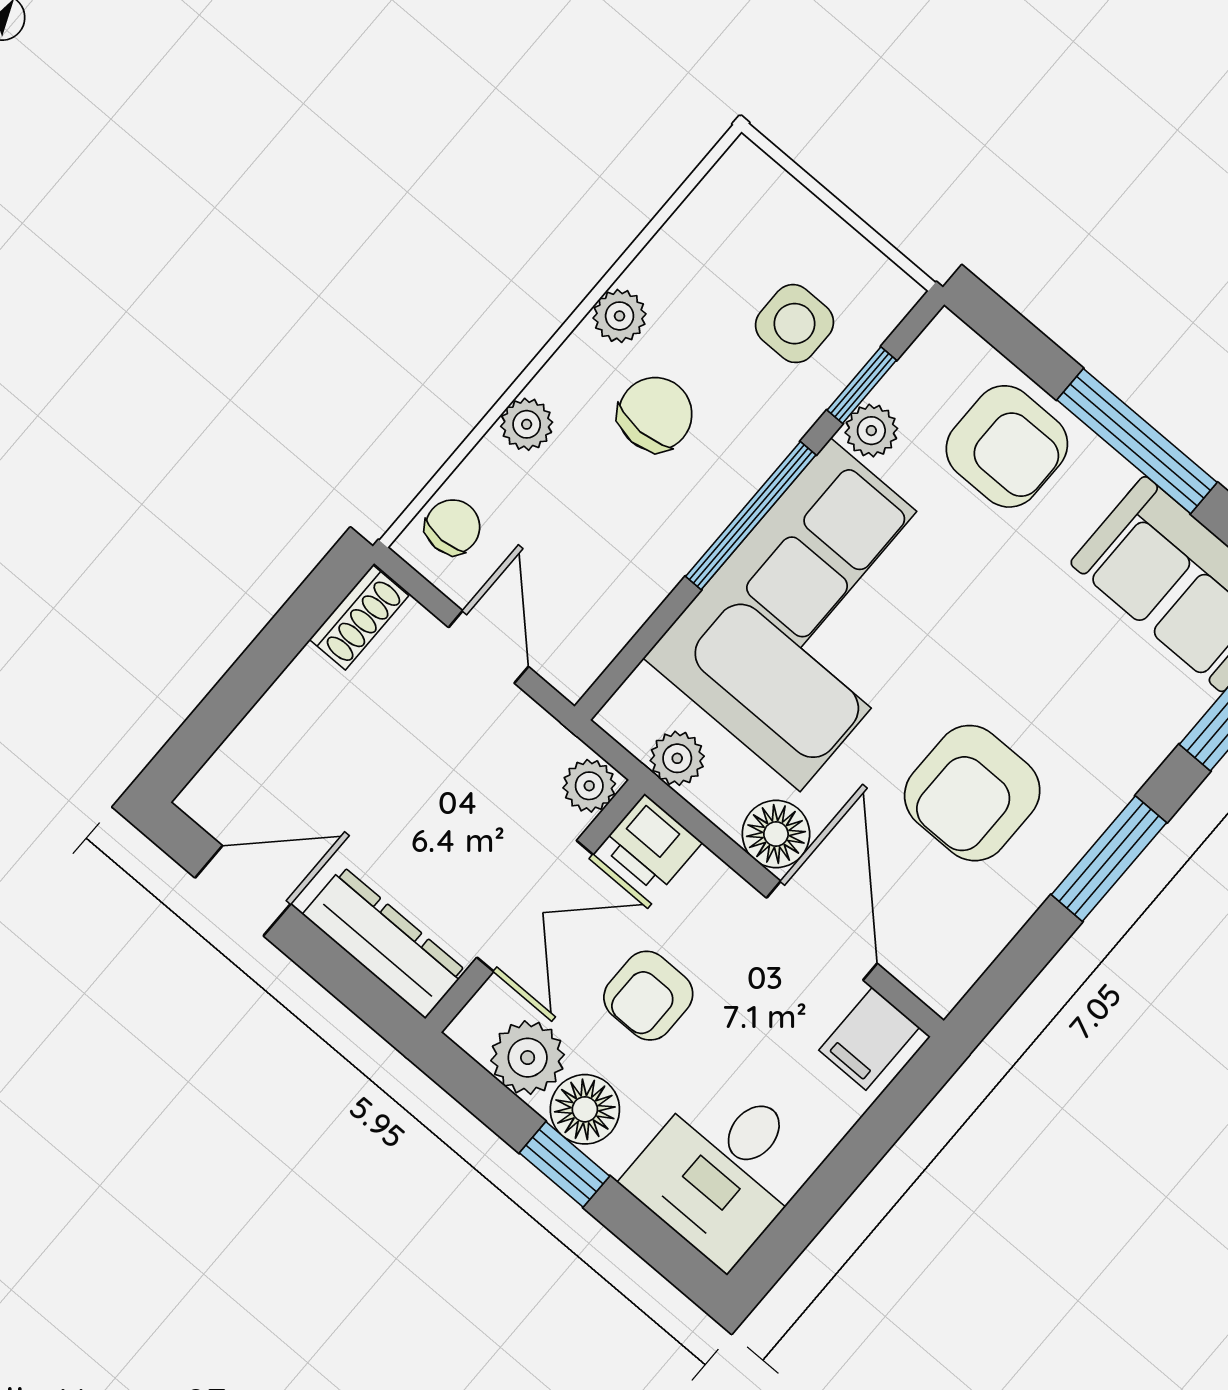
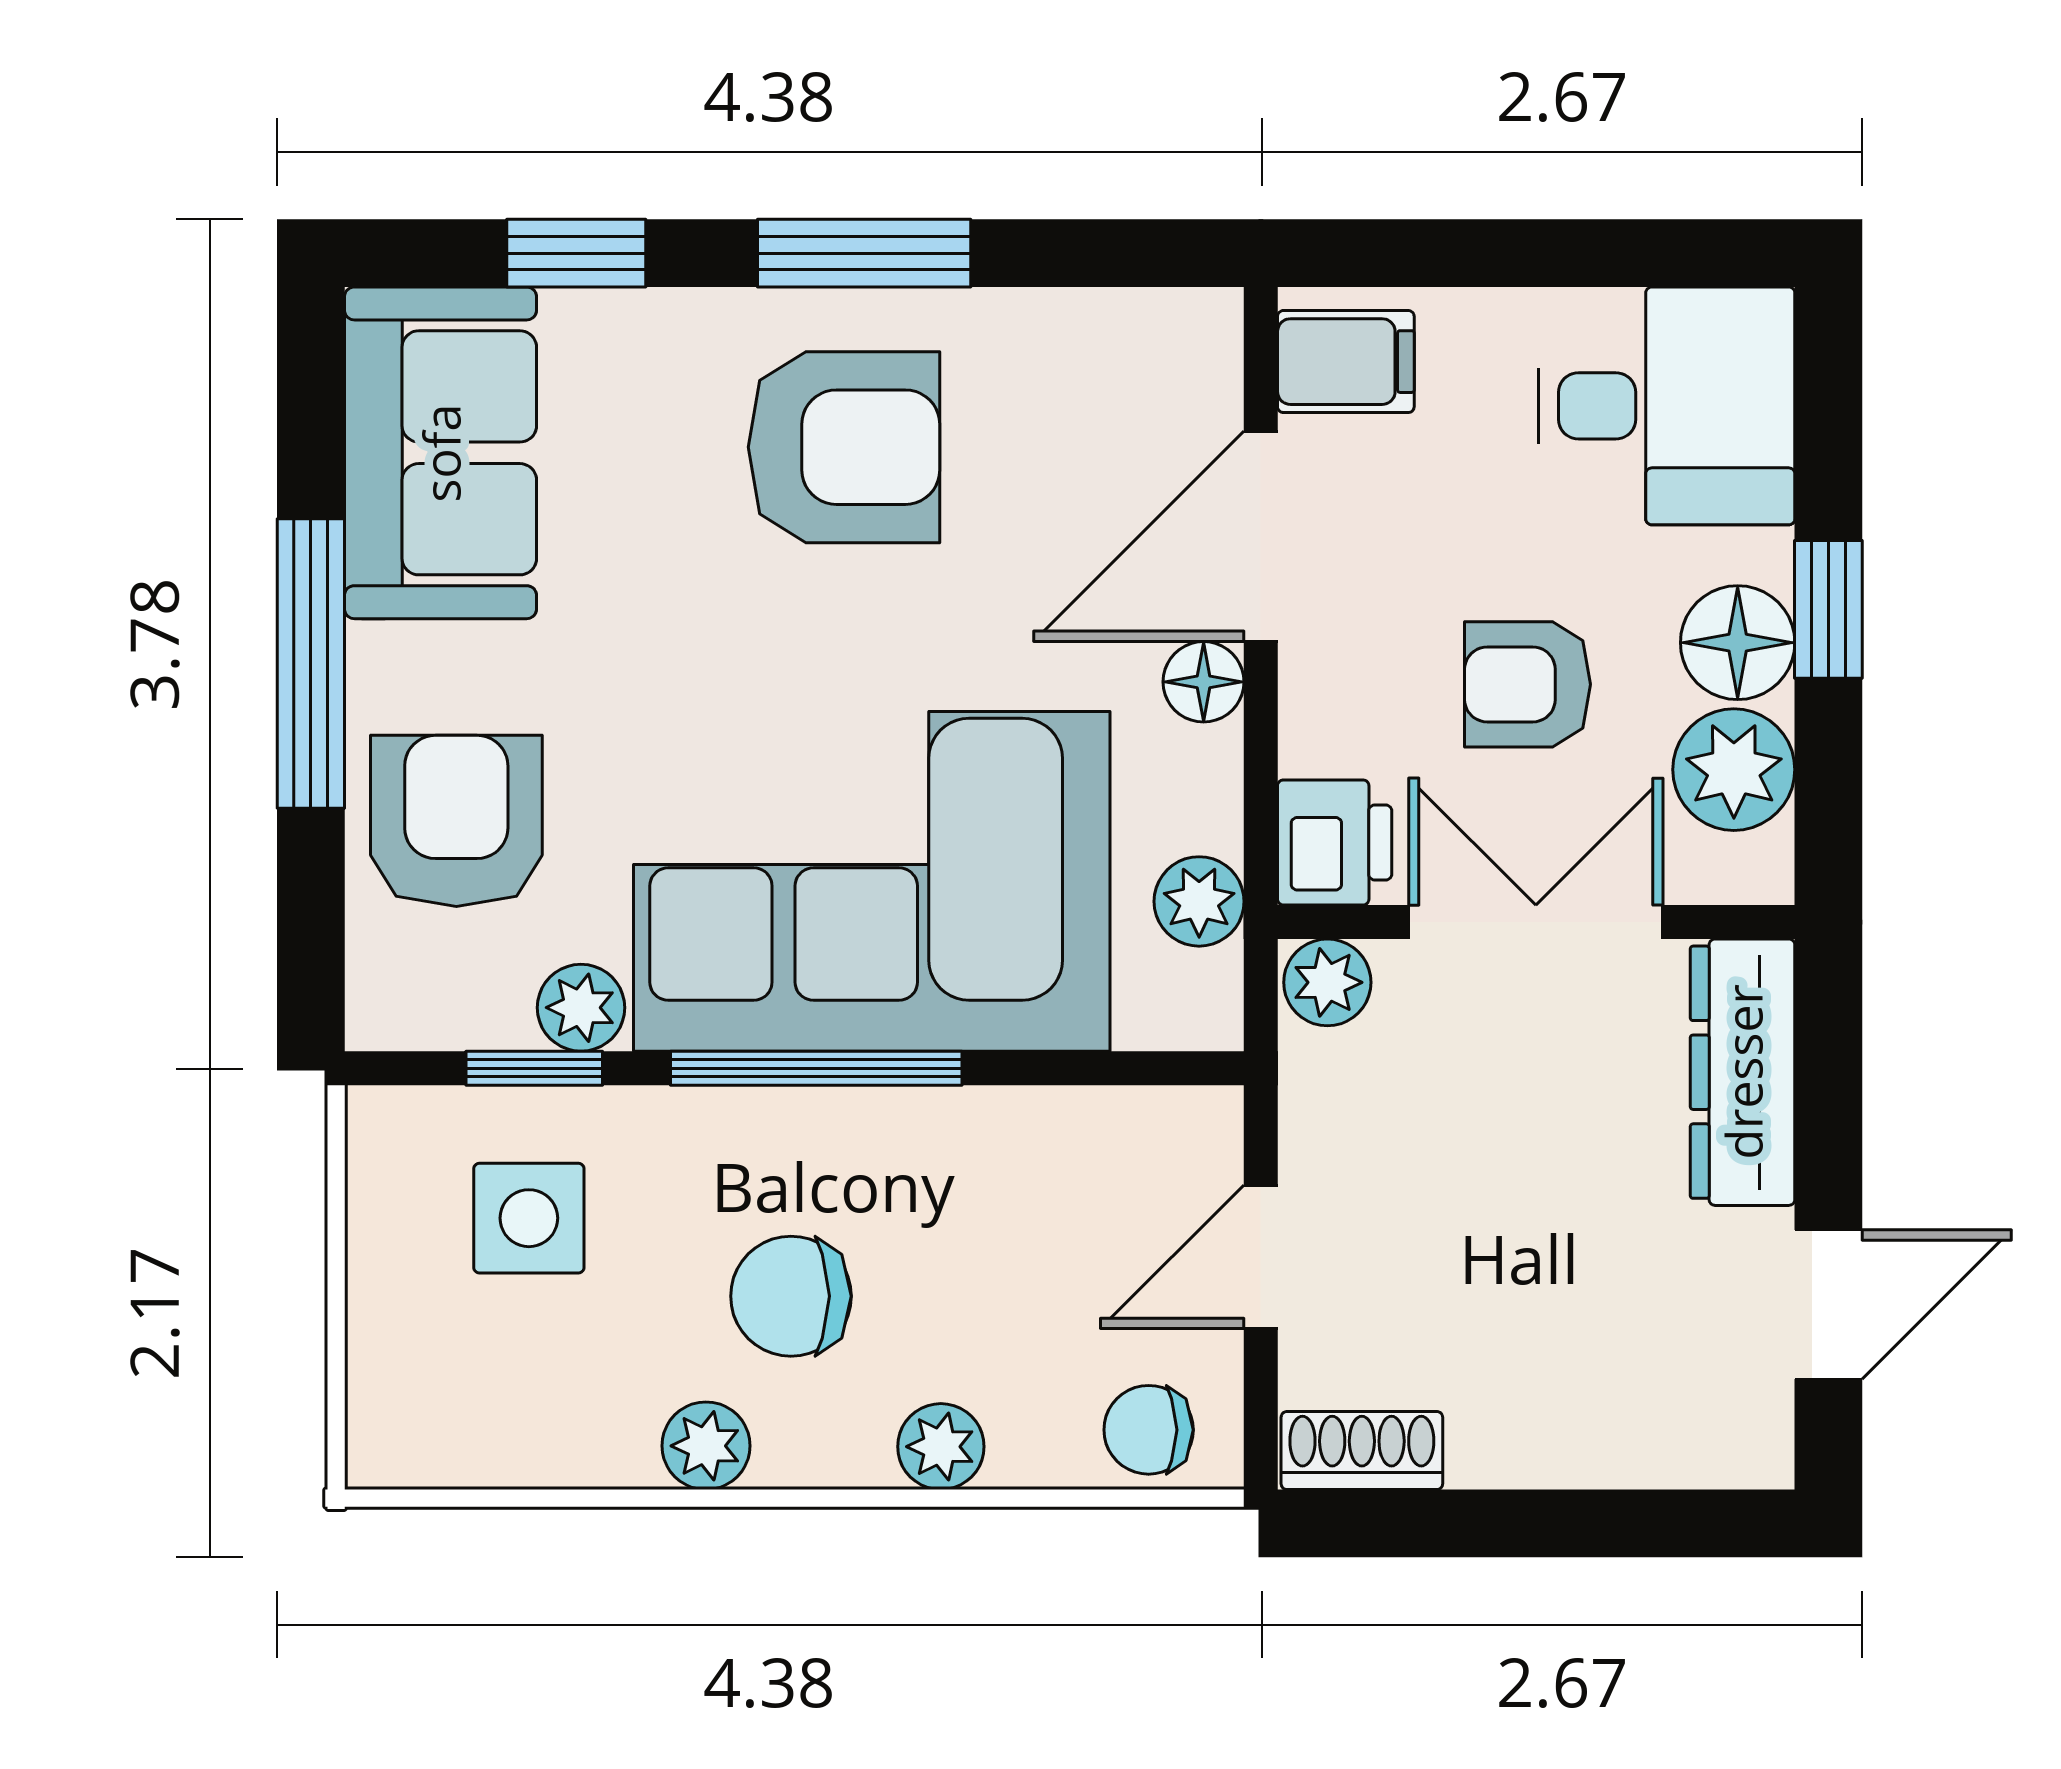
armchair: (972, 793) -> (844, 447), moved
floor lamp: (776, 834) -> (1204, 682), width x0.73, depth x0.73
door: (243, 891) -> (1828, 1305), swing flipped
armchair: (648, 996) -> (1527, 684), turned 180

